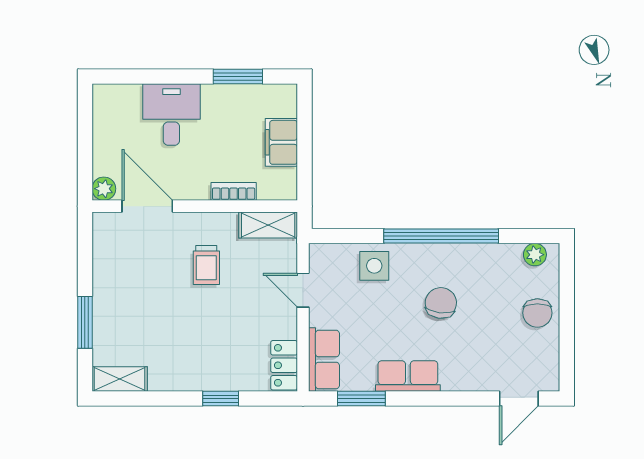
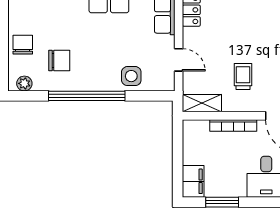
filing cabinet: (281, 142) -> (193, 181), moved
bookcase: (234, 191) -> (233, 125), width x1.56
chair: (441, 303) -> (59, 60), moved, turned -97

